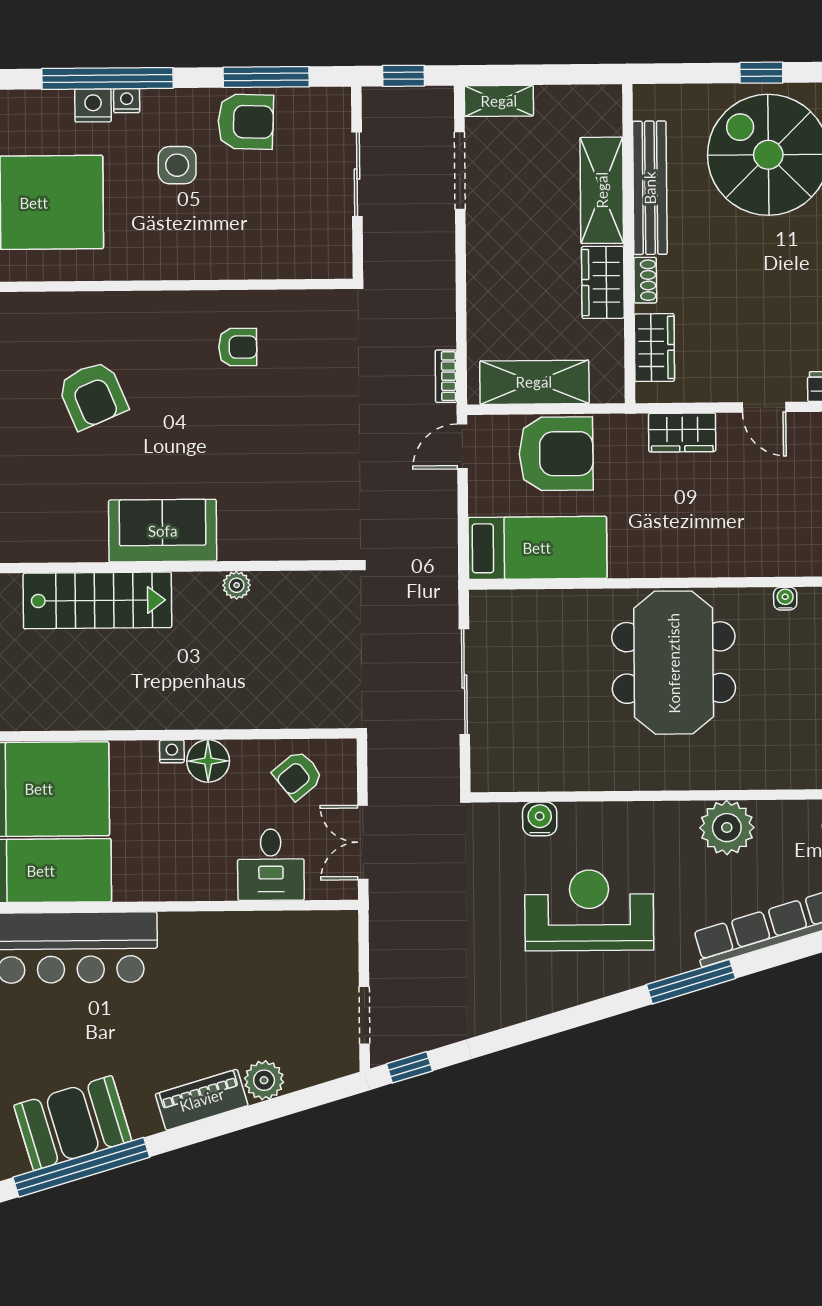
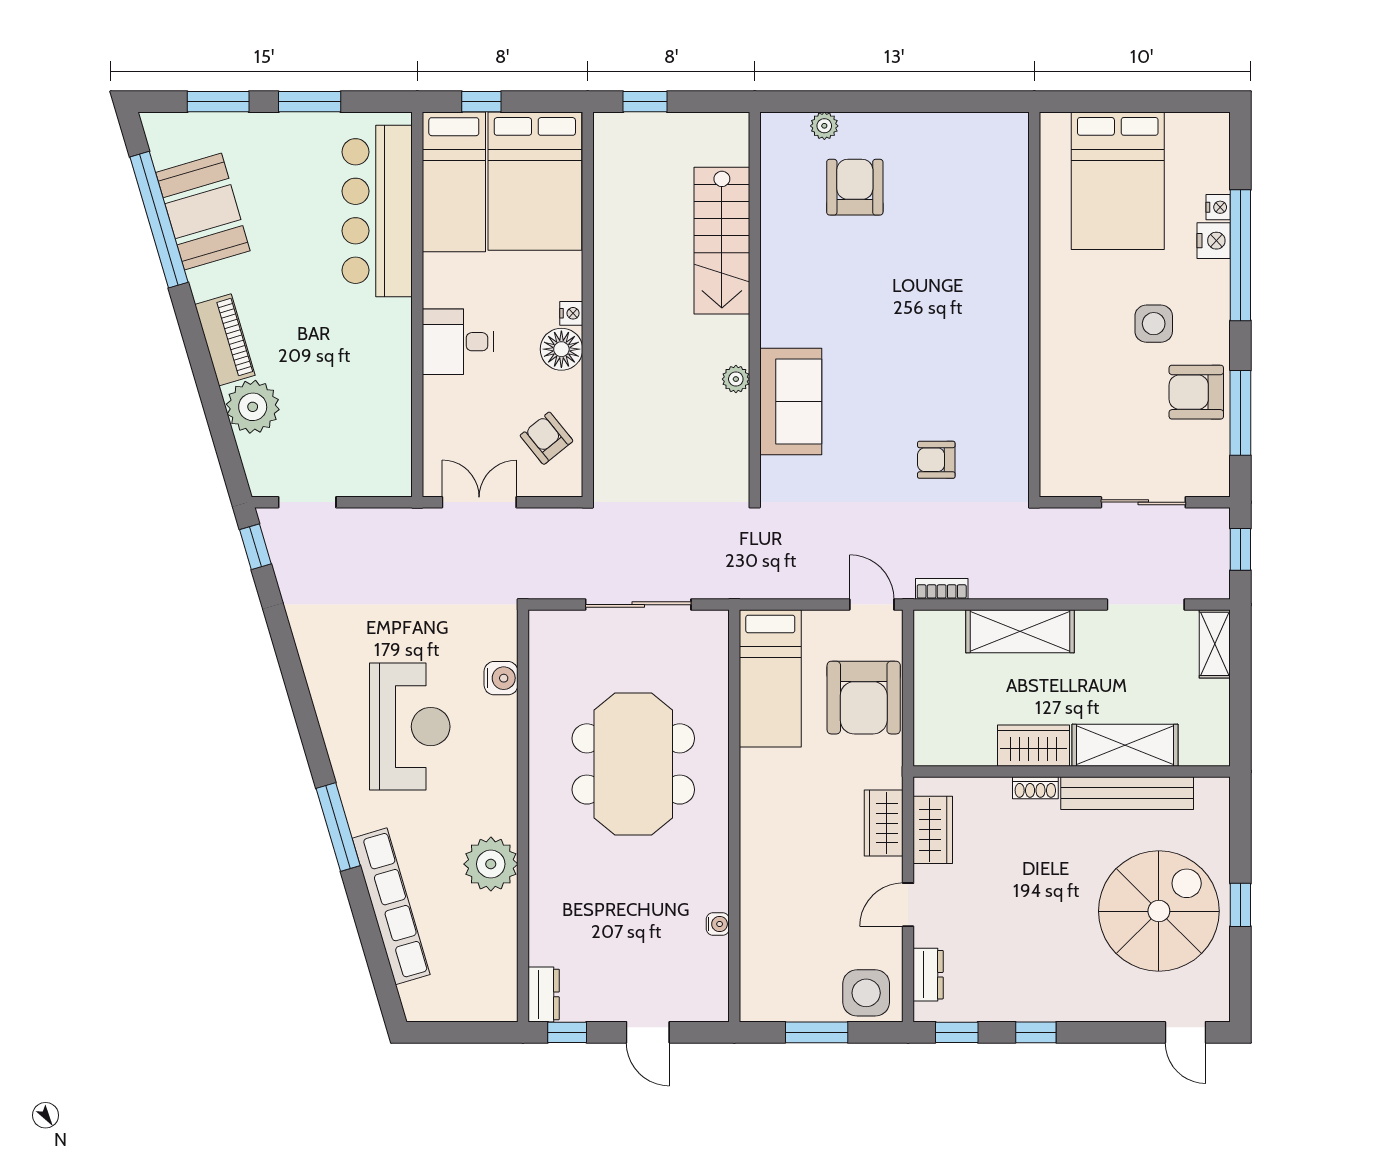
nightstand: (127, 101) -> (1218, 207), moved
armchair: (246, 122) -> (1196, 392), turned 88
armchair: (238, 347) -> (936, 460), moved, turned 90
wardrobe: (654, 348) -> (933, 830), moved, turned -90
shelving: (534, 382) -> (1020, 631), moved, turned 90
armchair: (93, 395) -> (855, 187), moved, turned 113
sofa: (163, 531) -> (791, 401), moved
meeting table: (674, 663) -> (633, 764), moved, turned 90
desk: (271, 865) -> (458, 342), moved
plant: (264, 1080) -> (253, 407), width x1.36, depth x1.36

